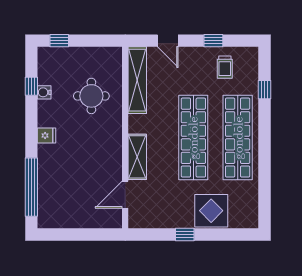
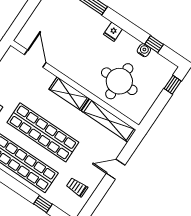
door: (168, 41) -> (116, 169), moved
window: (213, 41) -> (101, 192), removed
round table: (91, 96) -> (119, 81), width x1.36, depth x1.36
shelving: (137, 157) -> (69, 94), moved

